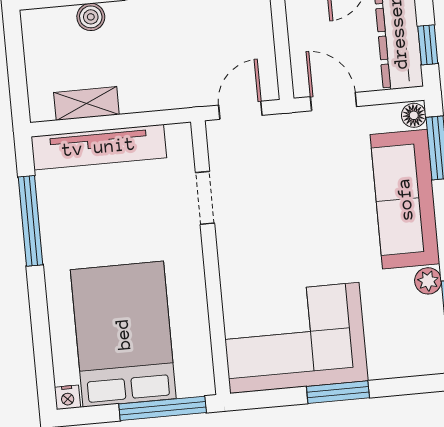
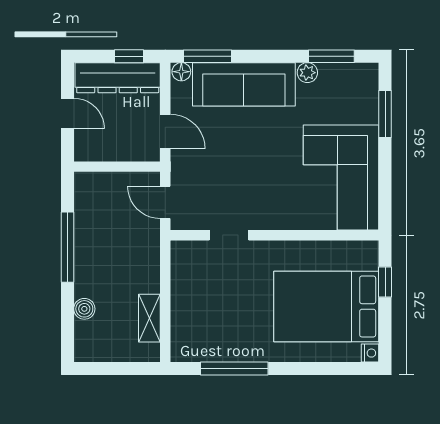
door: (333, 102) -> (165, 131), swing flipped
tv unit: (99, 147) -> (183, 312), removed
window: (338, 392) -> (385, 114), moved
window: (163, 408) -> (385, 282), width x0.46

